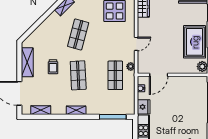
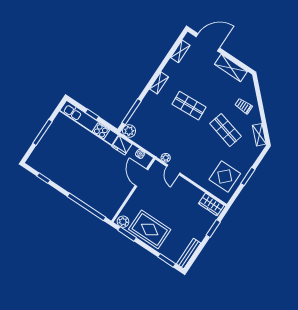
door: (136, 44) -> (173, 170), moved
trolley: (53, 67) -> (244, 106), moved
shop shelf: (115, 75) -> (167, 139), removed
plant: (129, 109) -> (129, 131), added

